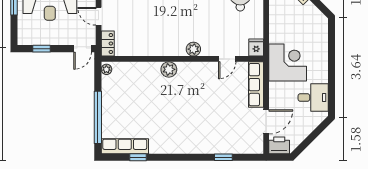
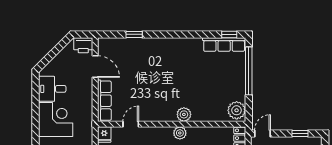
plant: (193, 49) -> (180, 133), moved
corner desk: (288, 62) -> (56, 120), moved, turned 180
plant: (106, 69) -> (237, 110), width x1.87, depth x1.87
door: (266, 122) -> (95, 67), swing flipped
window: (138, 157) -> (229, 34), moved

